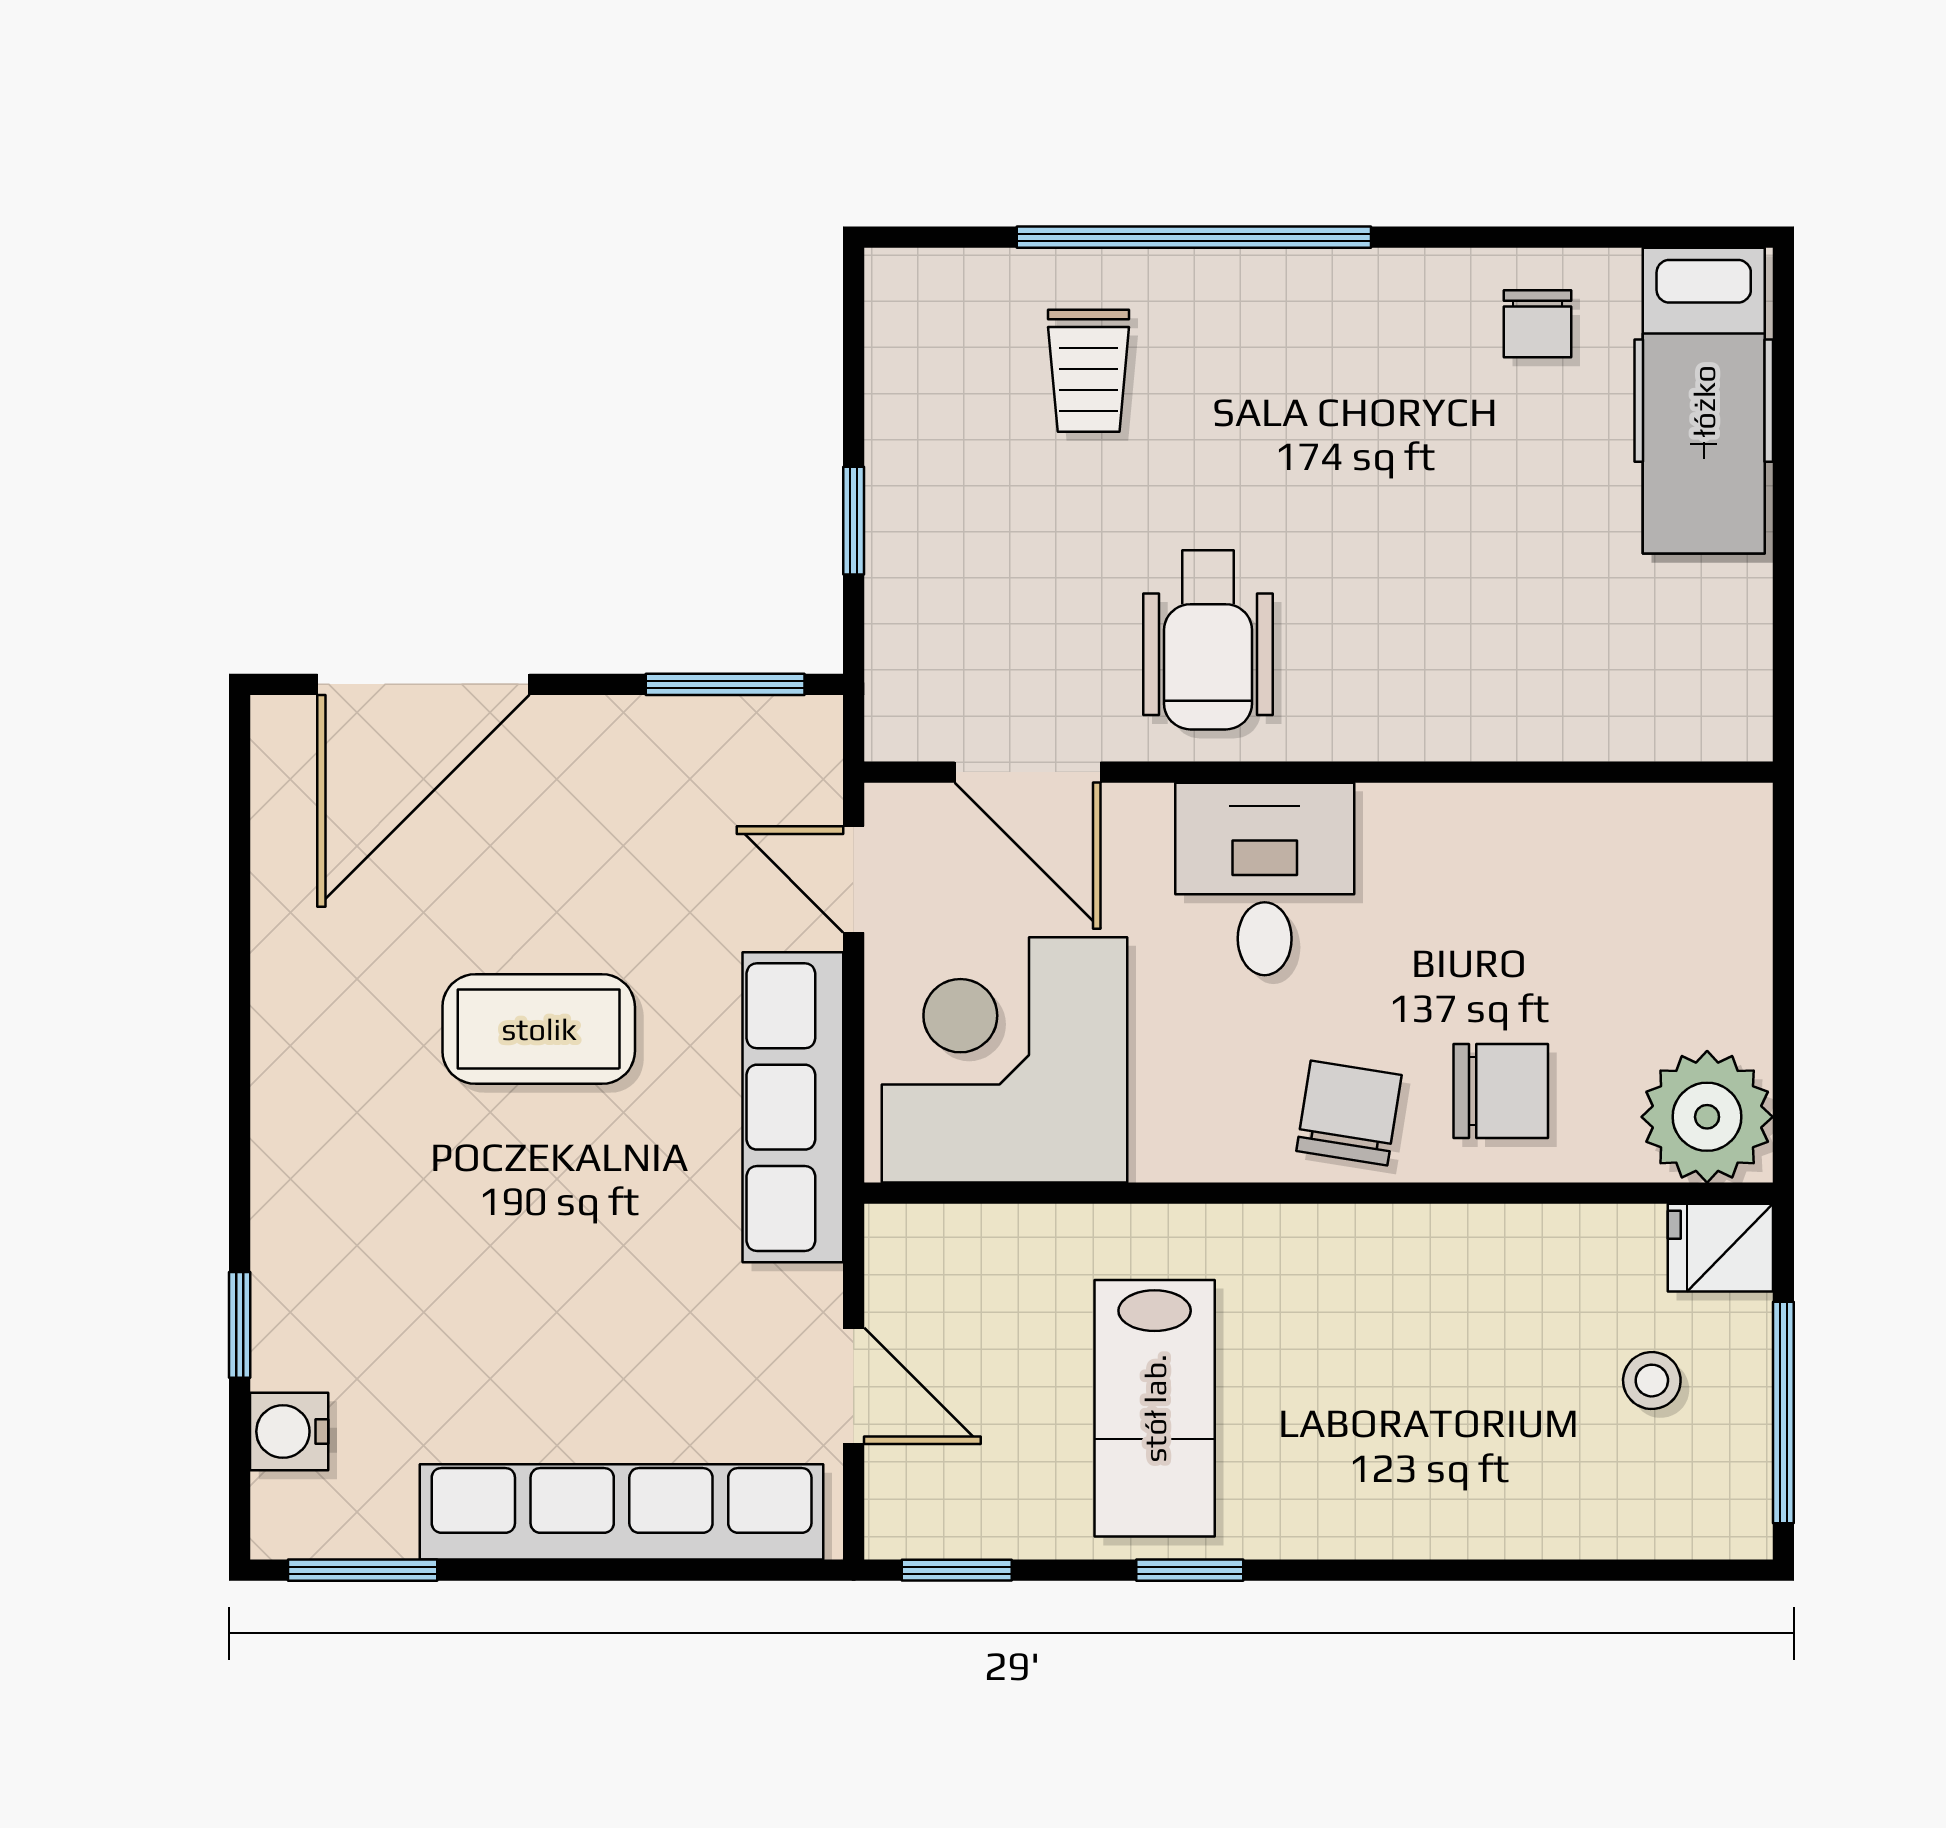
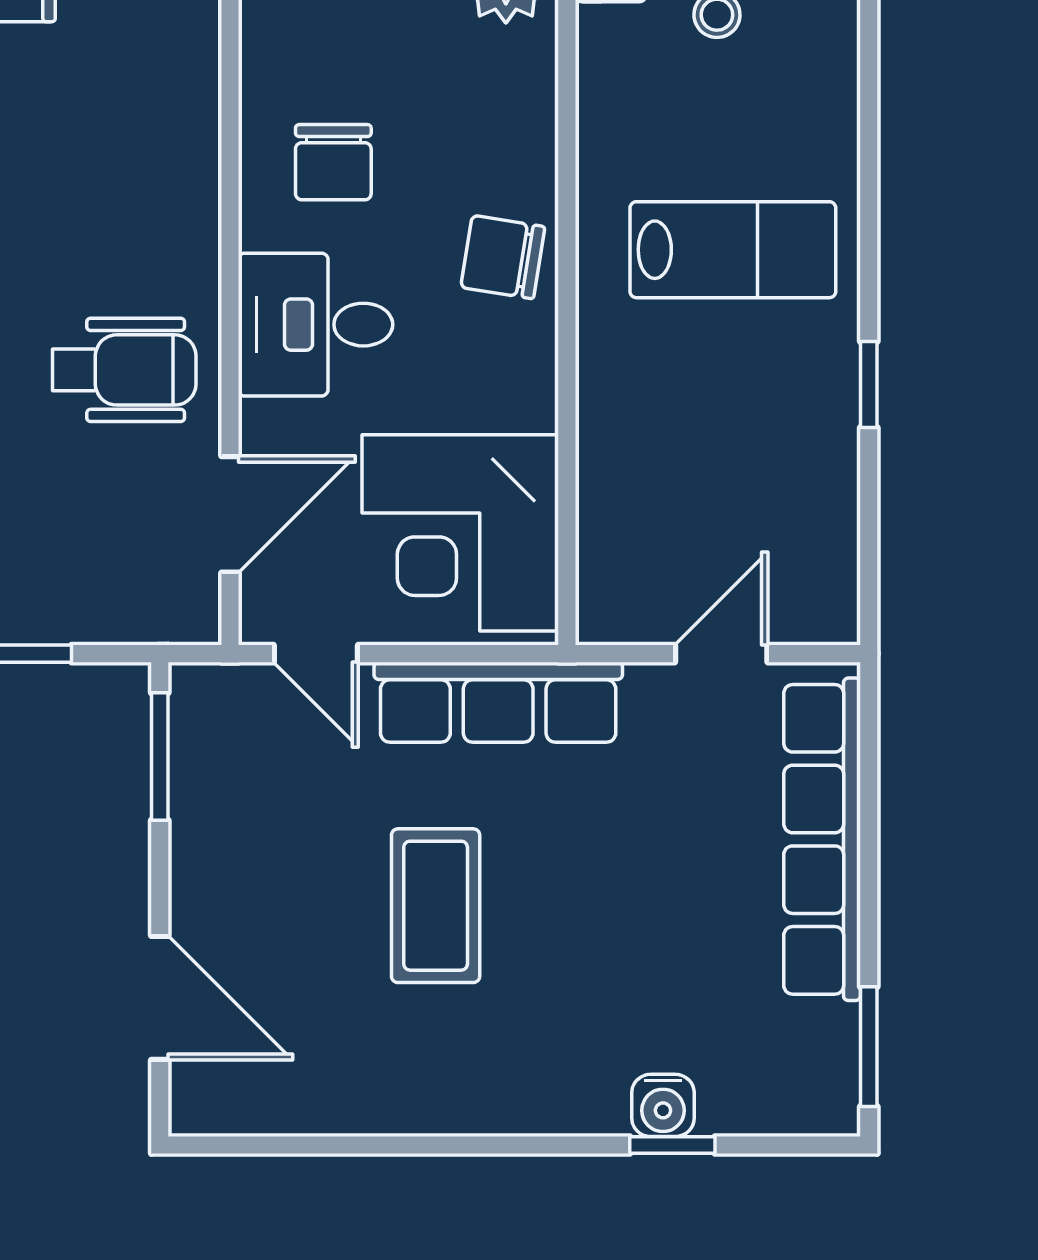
door: (423, 684) -> (160, 998), width x0.73
door: (854, 879) -> (316, 654), hinge flipped
chair: (1501, 1091) -> (333, 162), moved, turned 180
lab bench: (1155, 1408) -> (733, 250), moved
water cooler: (289, 1431) -> (663, 1105), moved
window: (957, 1570) -> (869, 571), removed

